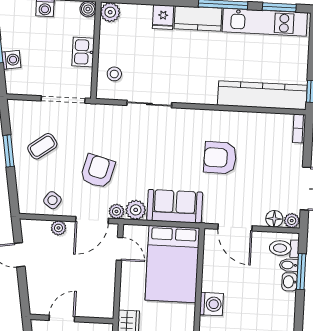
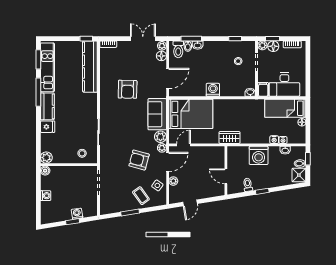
kitchen sink: (83, 52) -> (70, 172), removed
coffee table: (42, 146) -> (141, 196), moved
door: (92, 220) -> (168, 162), hinge flipped

